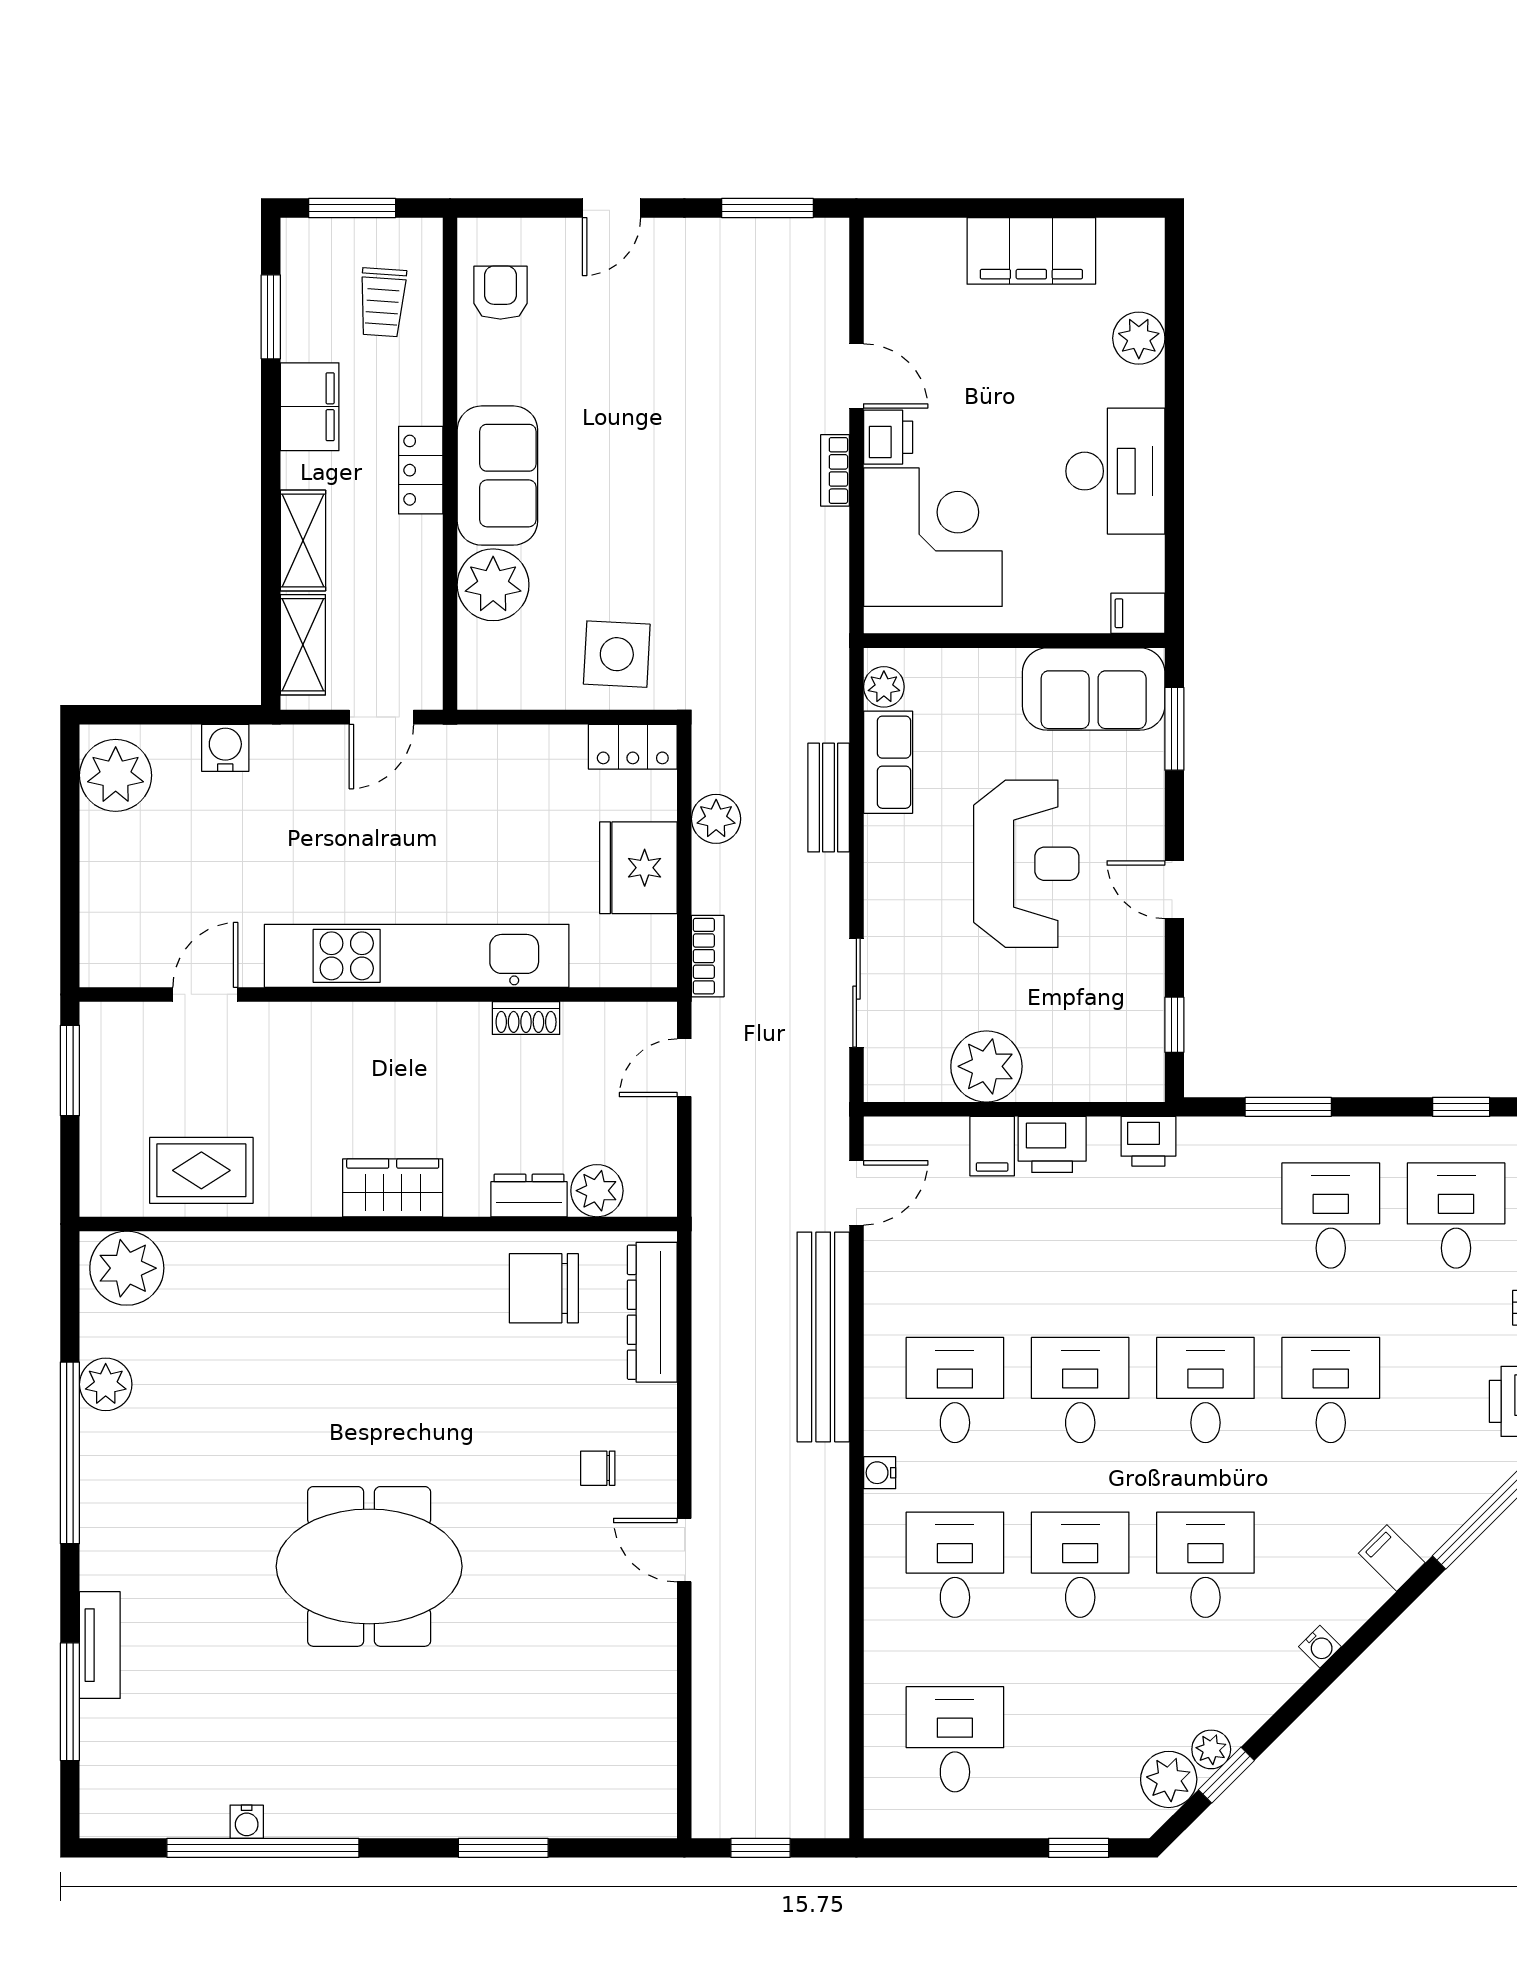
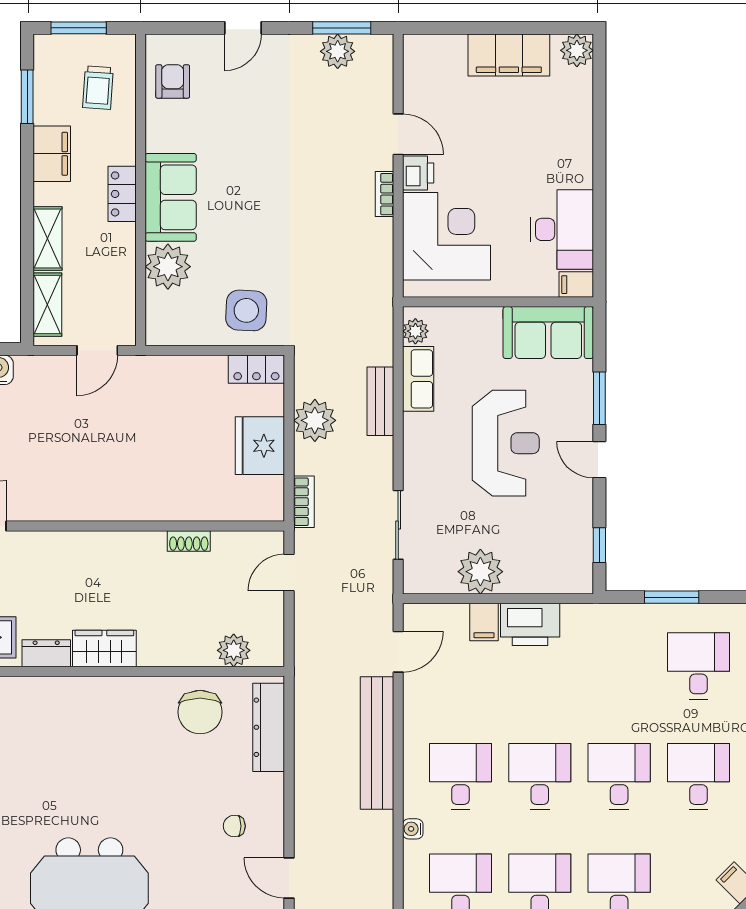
plant: (761, 245) -> (338, 51), added
plant: (1139, 338) -> (577, 50), moved
desk: (1115, 471) -> (562, 229), moved
window: (1174, 729) -> (599, 398), moved
plant: (716, 819) -> (315, 420), width x1.36, depth x1.36
kitchen unit: (417, 956) -> (120, 502), removed
printer: (1148, 1141) -> (583, 619), removed
printer: (1052, 1144) -> (530, 624), width x1.37, depth x1.19
dresser: (529, 1195) -> (46, 653), moved
chair: (544, 1288) -> (200, 712), turned -90

